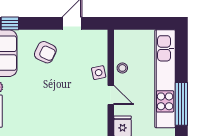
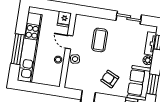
window: (181, 104) -> (18, 49), moved
coffee table: (68, 105) -> (100, 40), added

